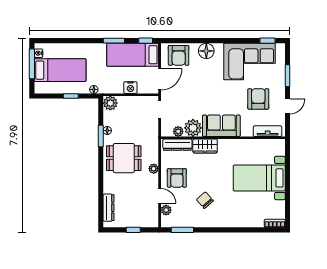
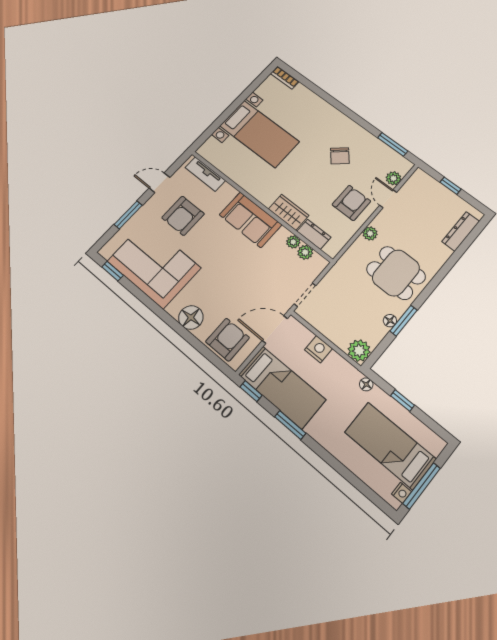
plant: (193, 128) -> (293, 242), width x0.53, depth x0.53
dresser: (177, 145) -> (314, 234), width x0.70

